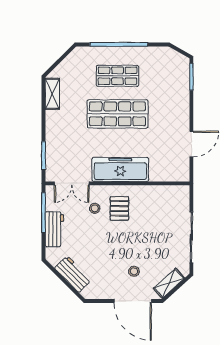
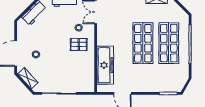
shop shelf: (117, 76) -> (169, 43), width x1.43, depth x1.36
freezer: (120, 169) -> (105, 65), moved

